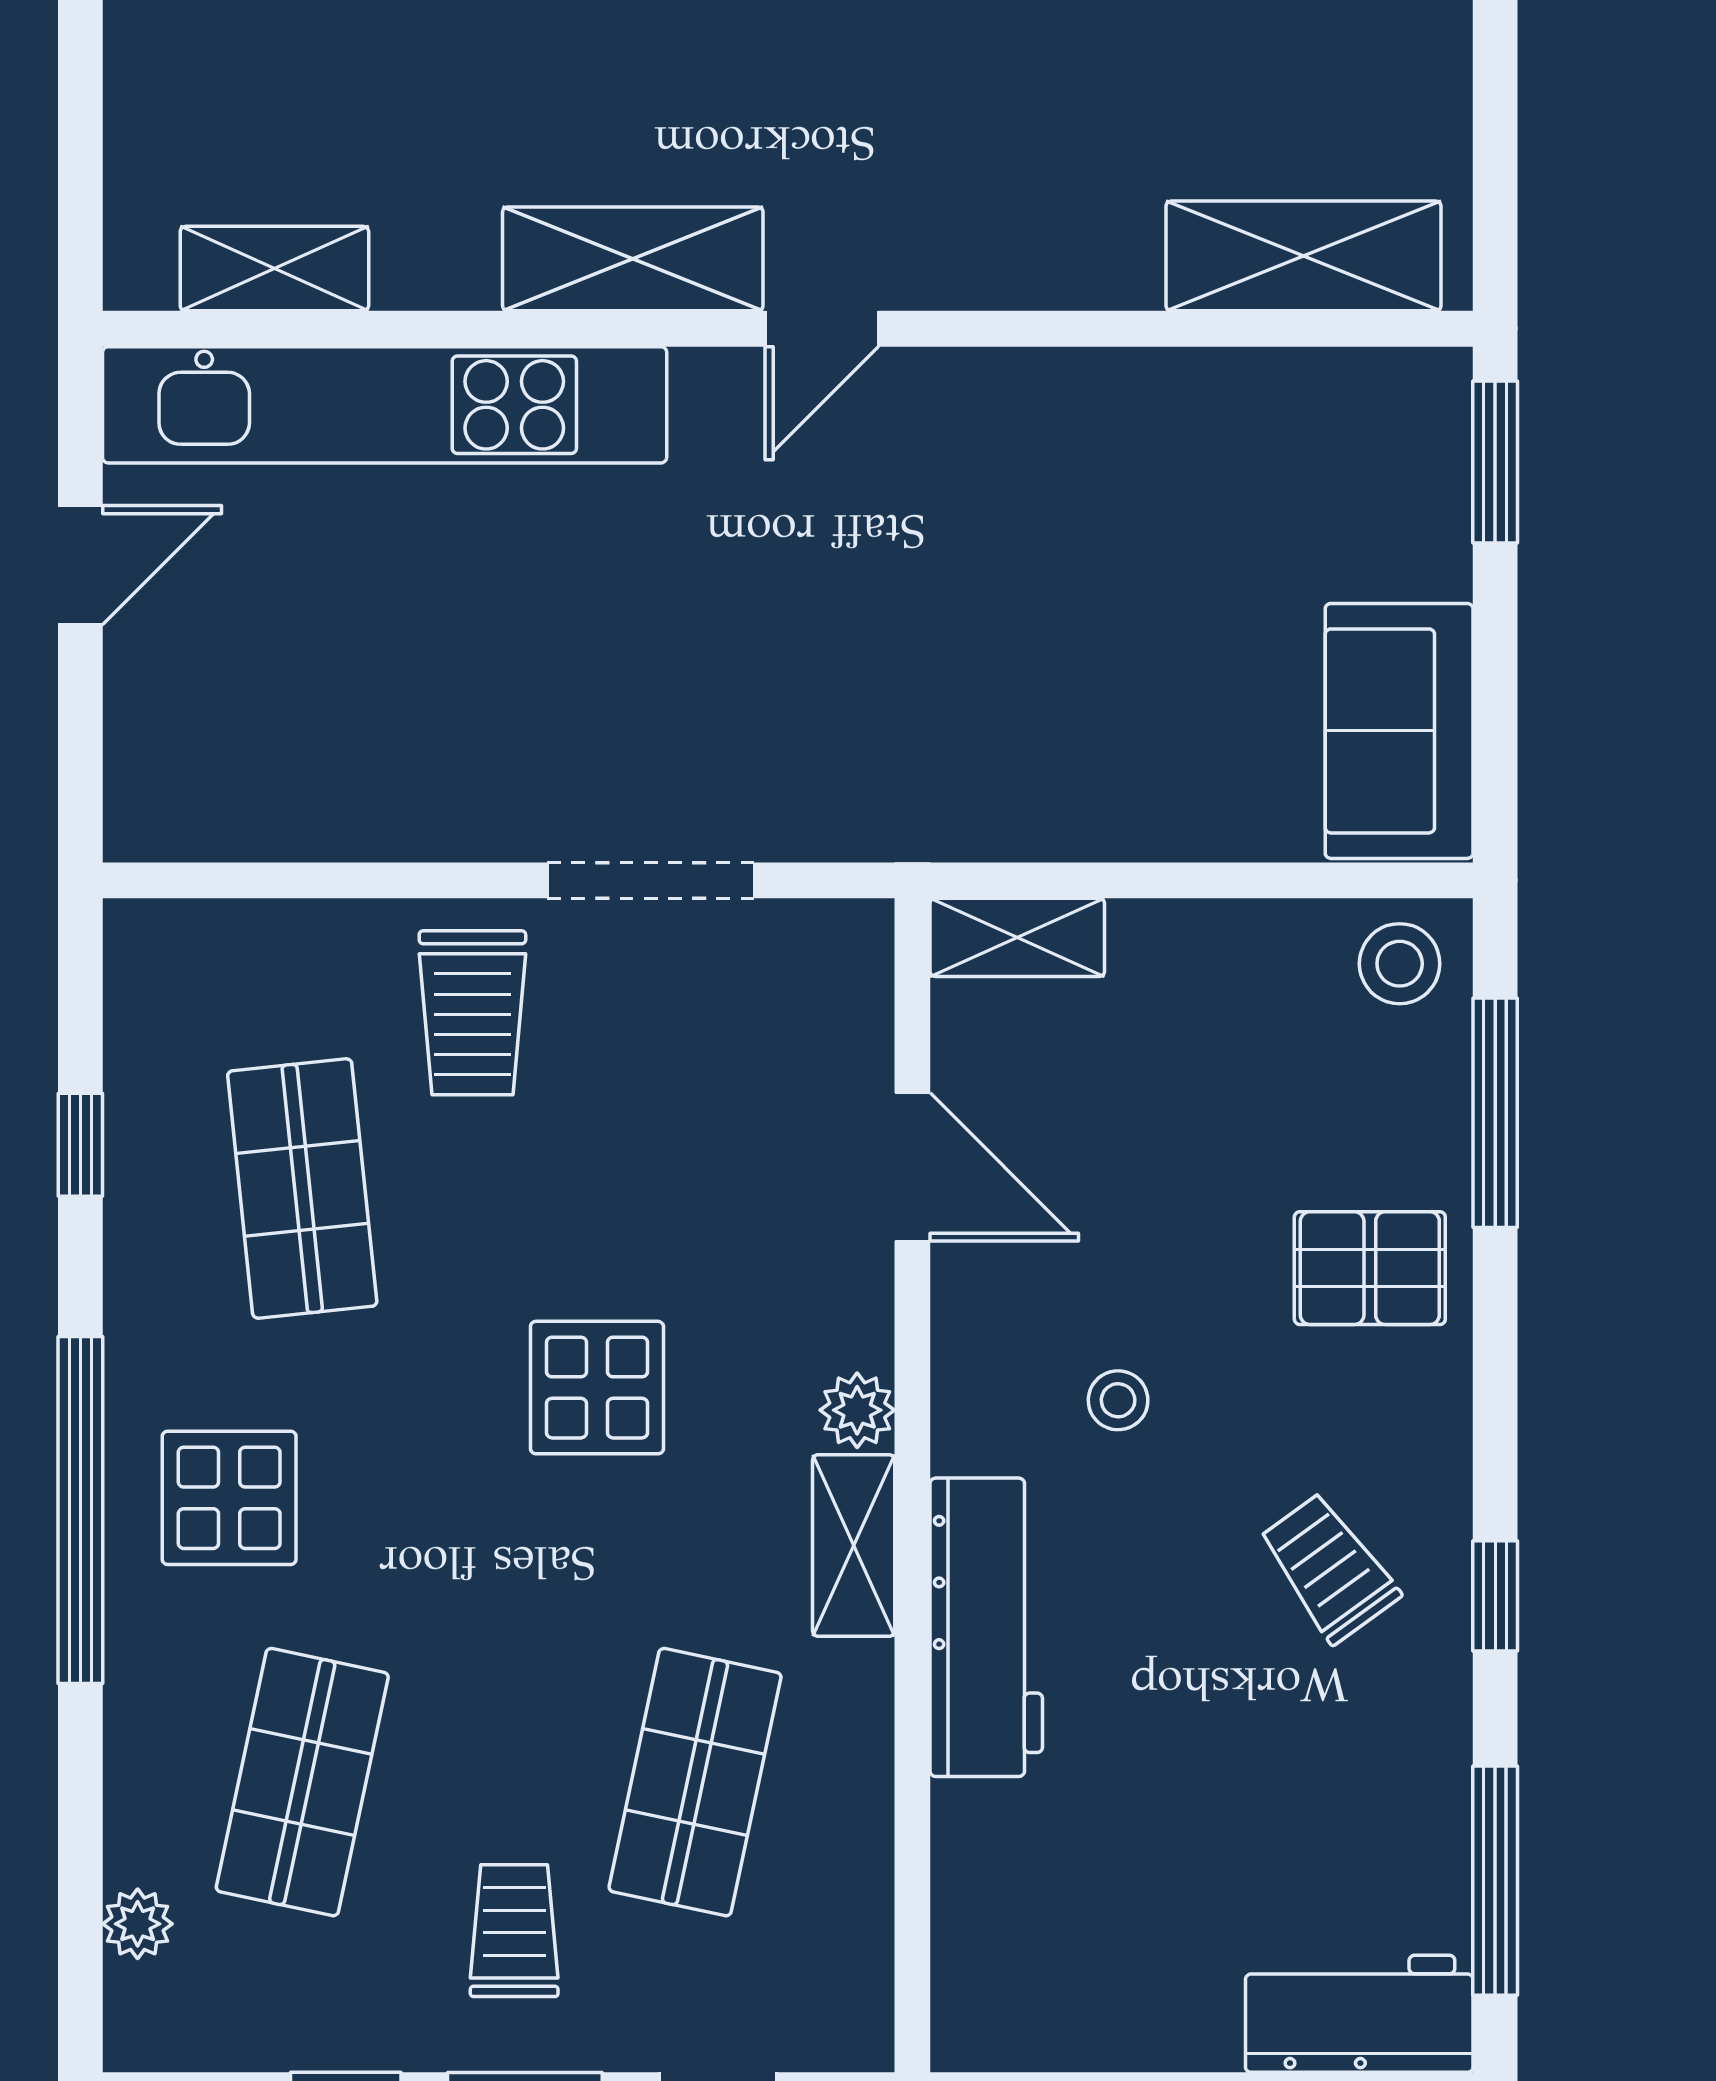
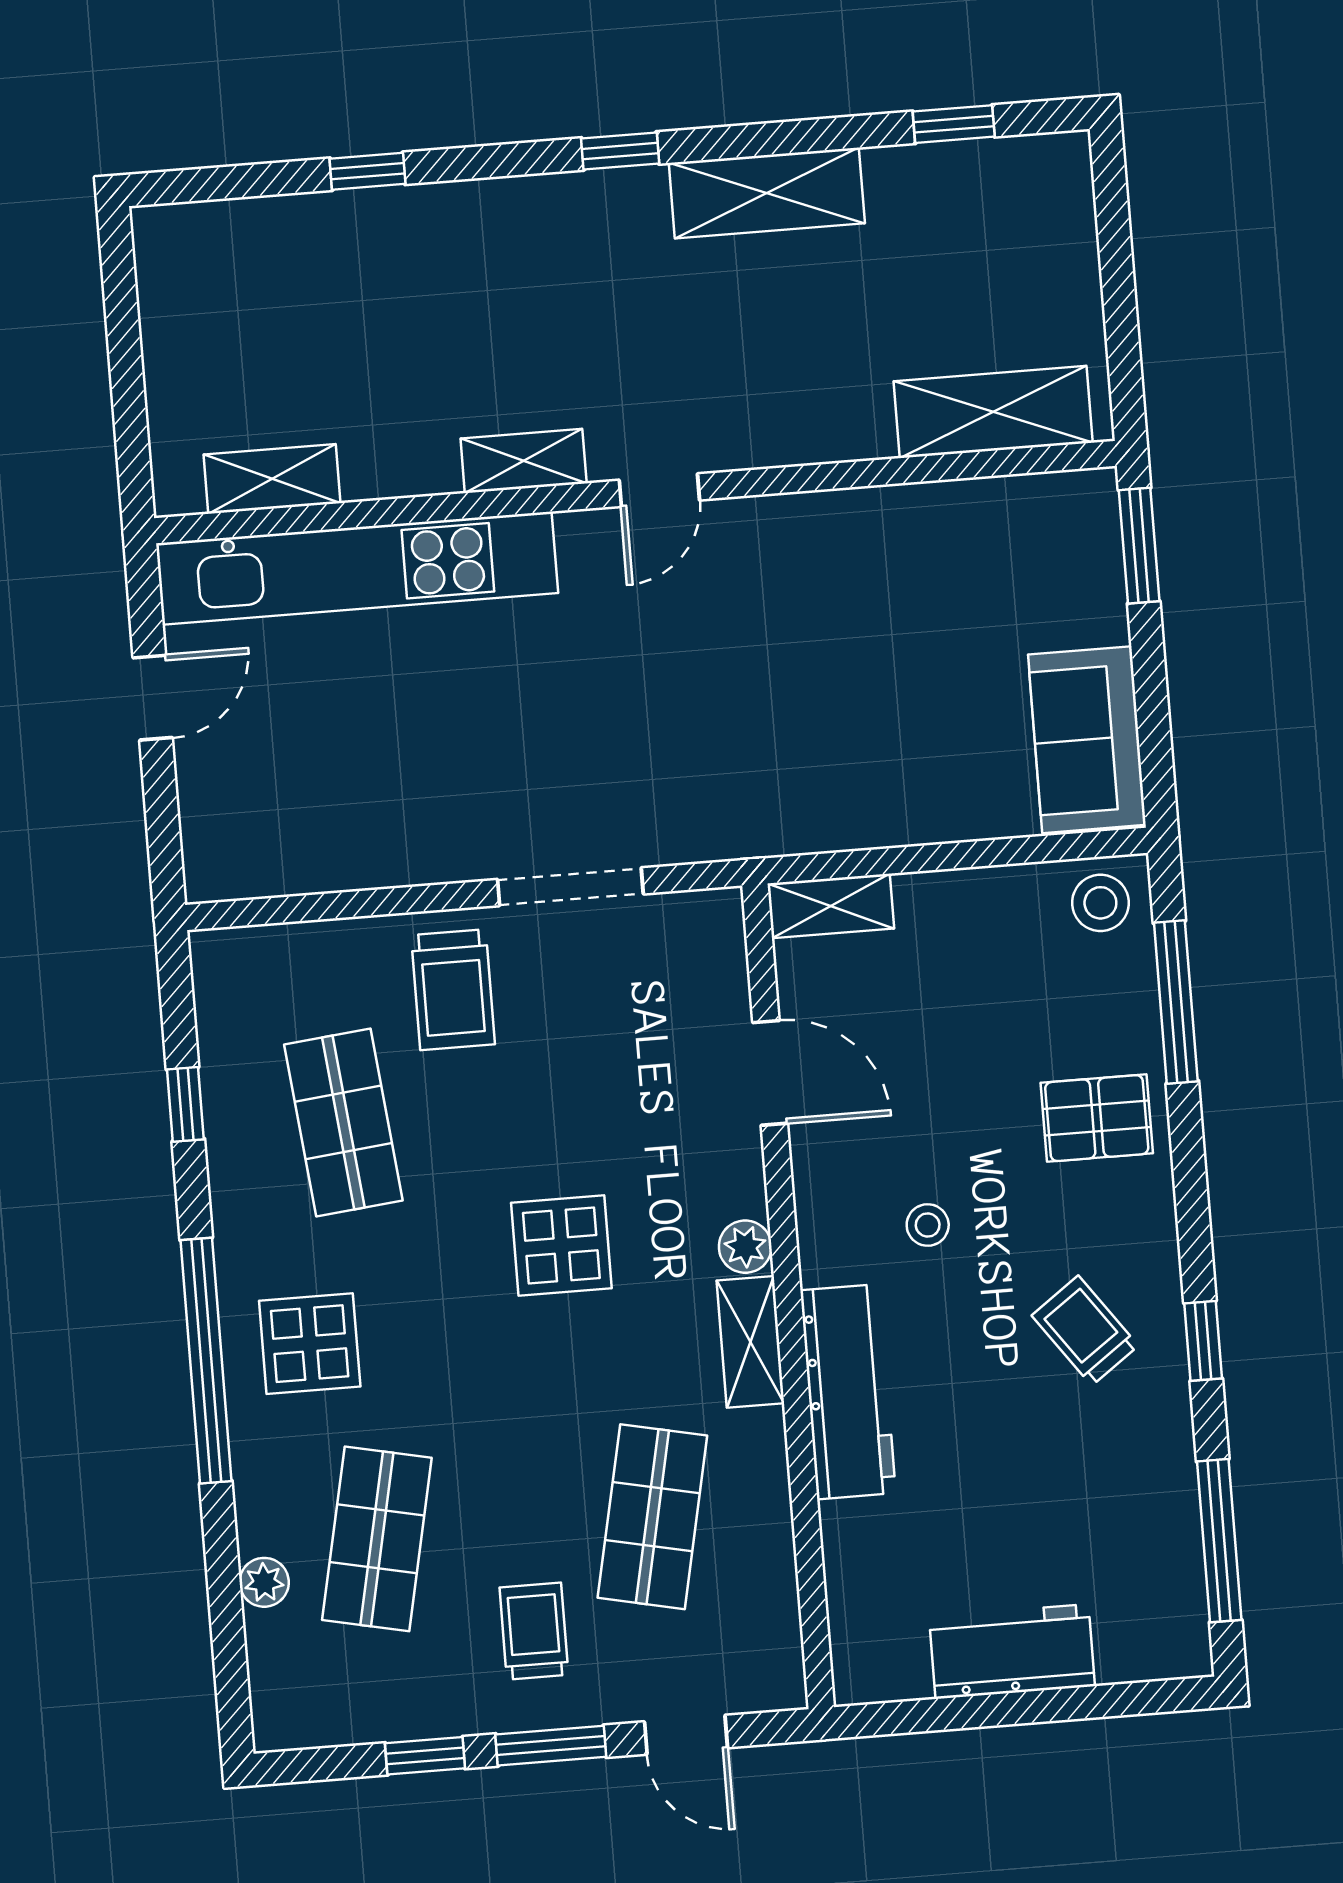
shelving: (633, 259) -> (524, 461), width x0.67, depth x0.75
plant: (138, 1924) -> (264, 1582), moved
workbench: (1359, 2014) -> (1012, 1651), moved

